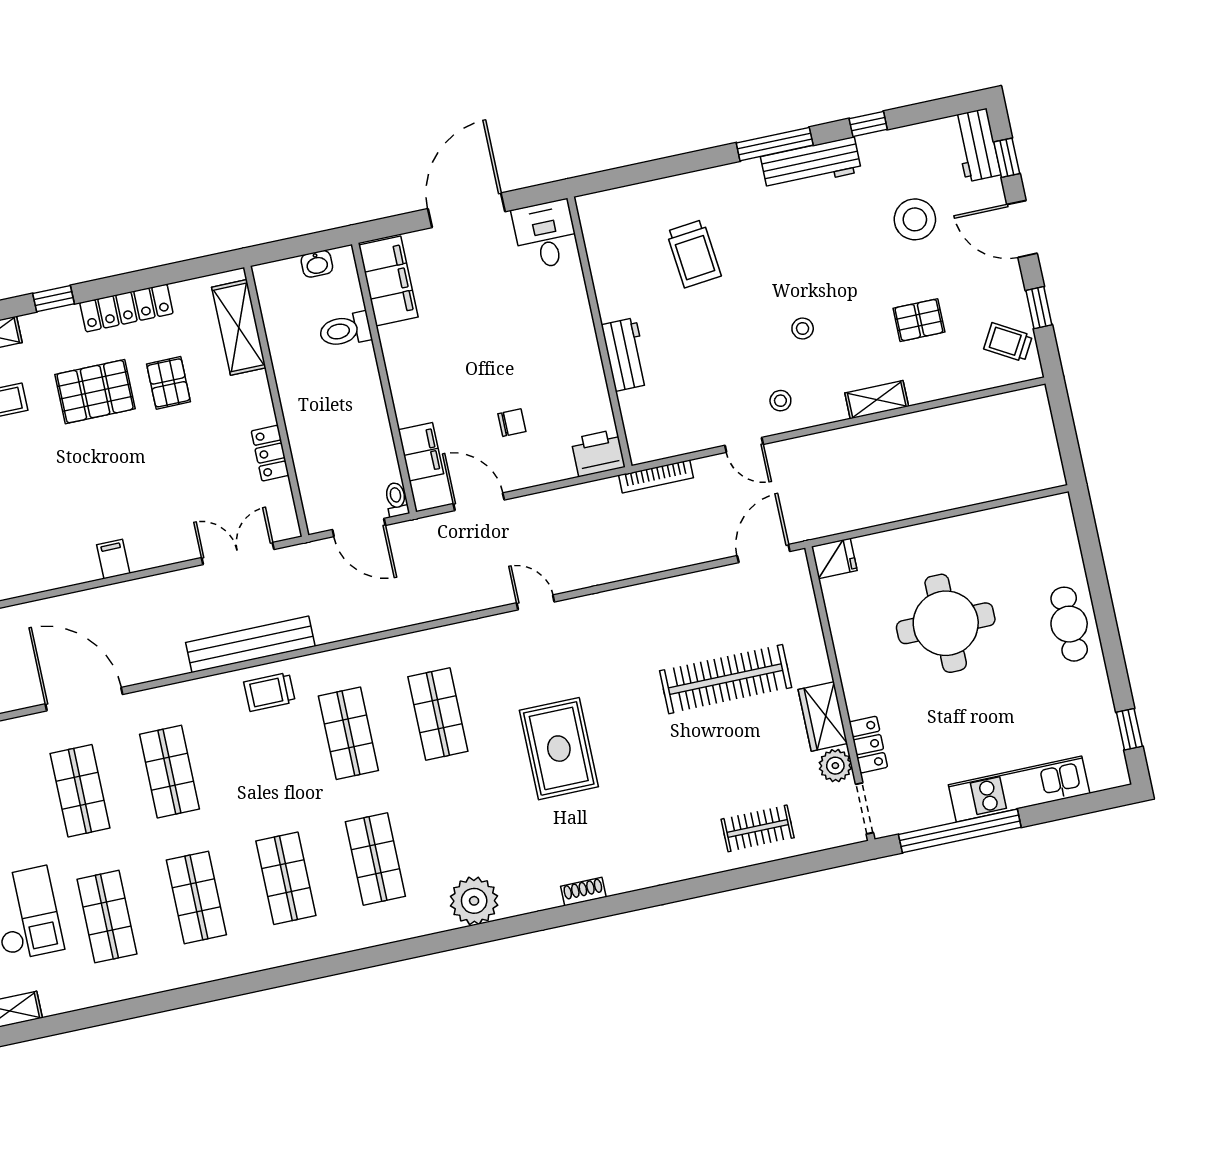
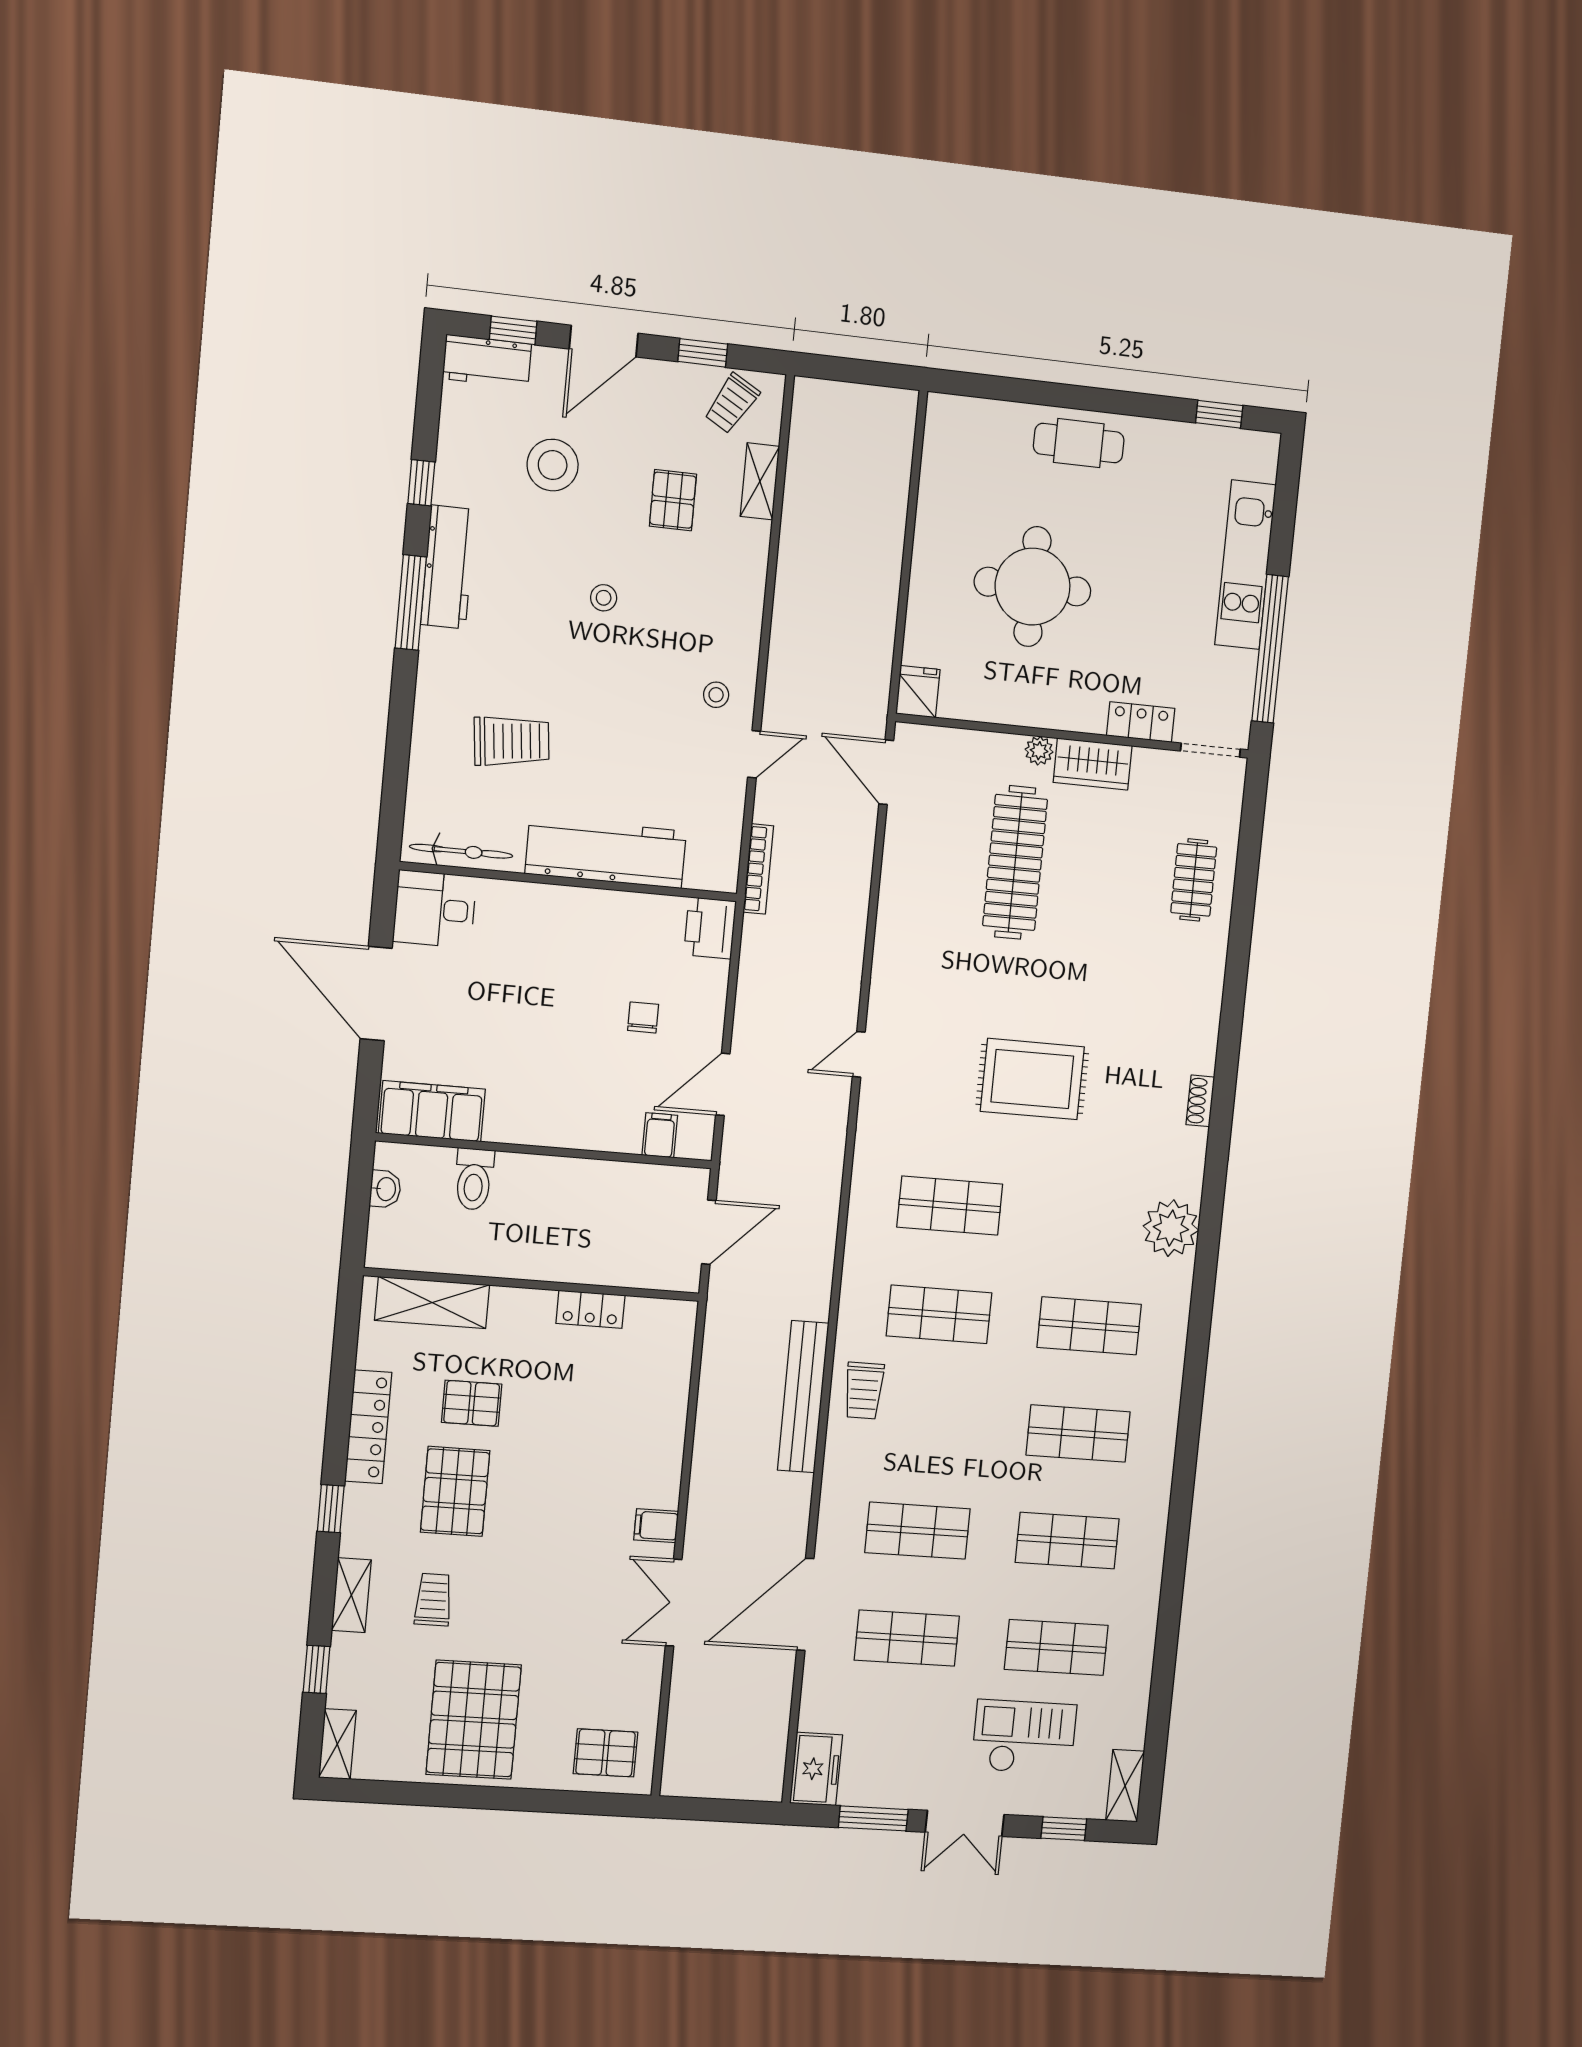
bicycle: (597, 241) -> (461, 851), added
stool: (803, 328) -> (604, 598), moved
workbench: (625, 354) -> (606, 852), width x1.88, depth x1.32
shelving: (877, 400) -> (760, 481), moved
filing cabinet: (421, 452) -> (660, 1135), width x0.50
toilet: (396, 499) -> (690, 1179), removed
double door: (238, 553) -> (674, 1603), moved
plant: (835, 766) -> (1039, 751), moved, width x0.73, depth x0.73

